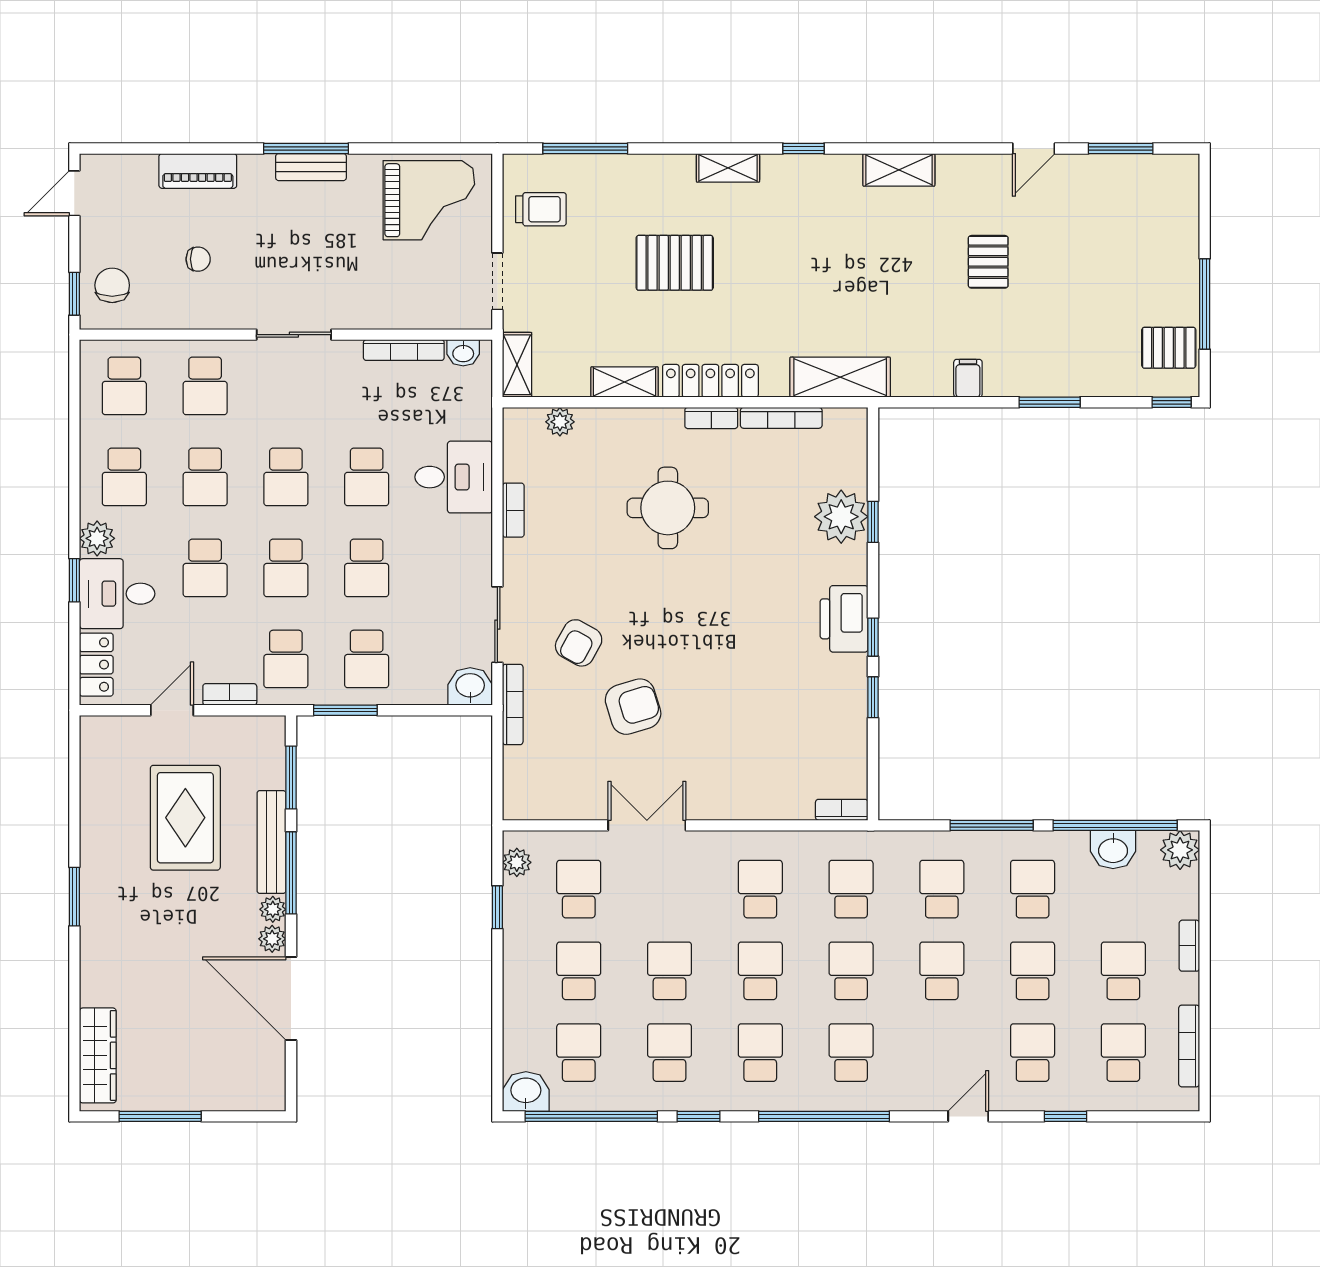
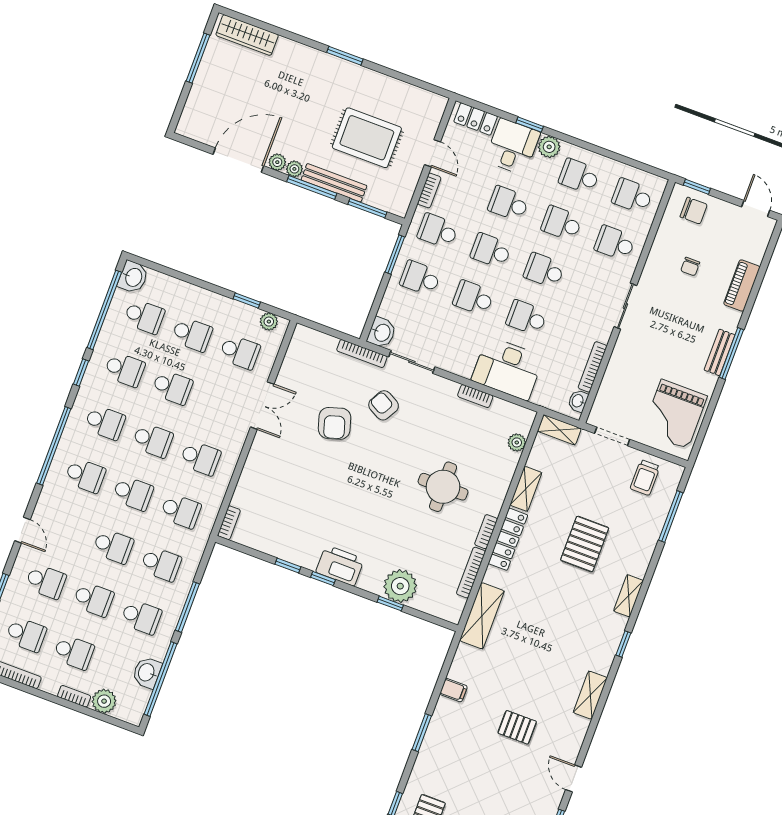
desk: (454, 477) -> (508, 368), width x1.37
plant: (1180, 850) -> (104, 701), moved

